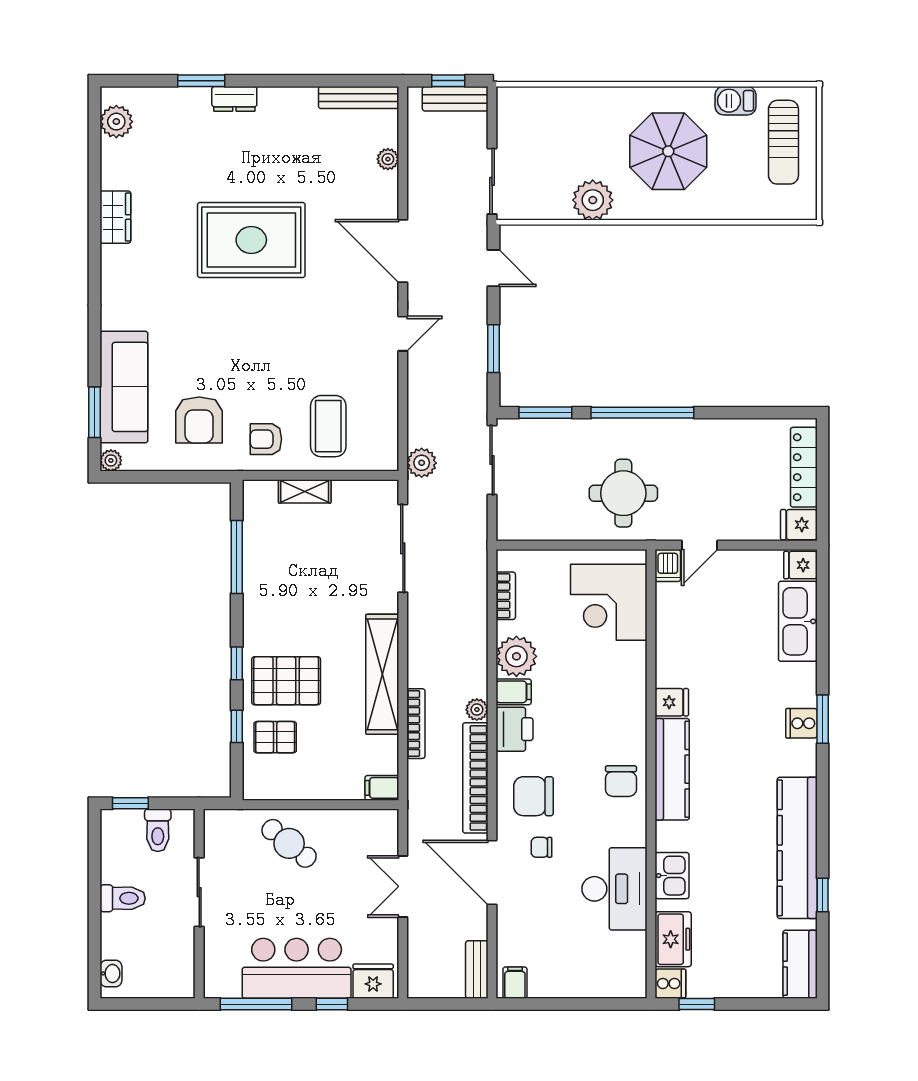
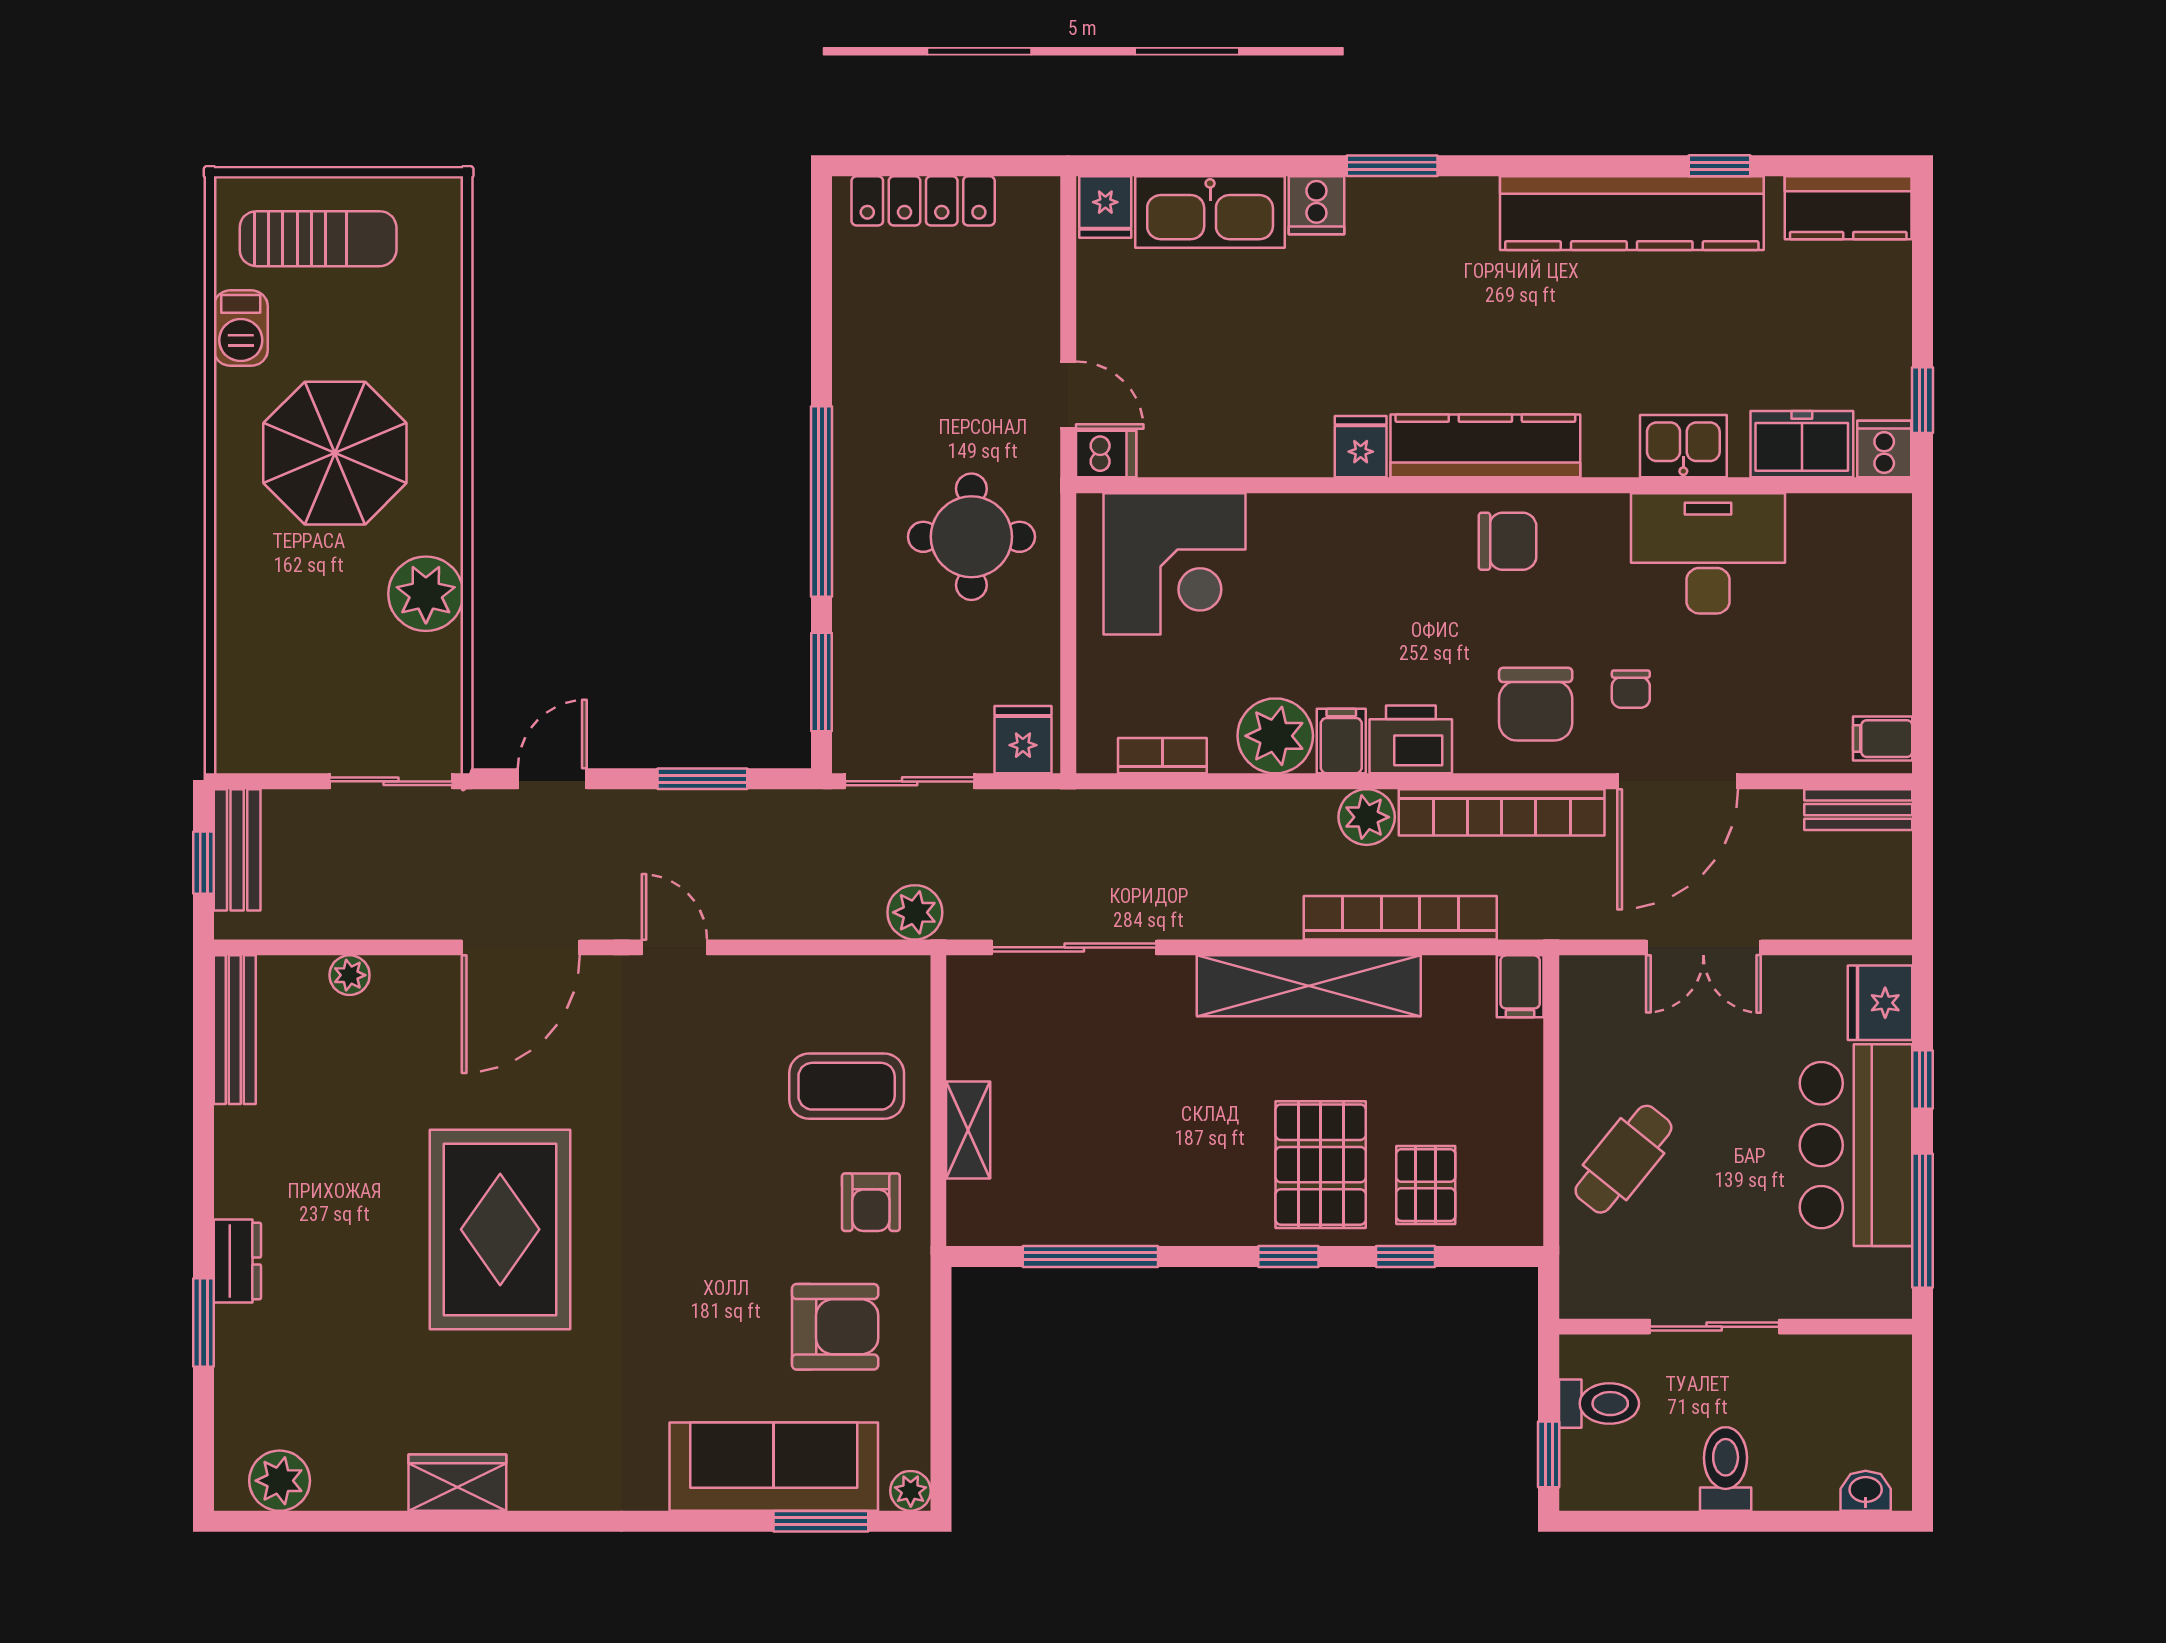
fridge: (799, 525) -> (1023, 740), moved, turned 180
plant: (477, 710) -> (1367, 817), width x1.38, depth x1.38
cooker: (801, 723) -> (1316, 205), moved
bookcase: (416, 724) -> (1400, 918), width x1.48, depth x1.31

